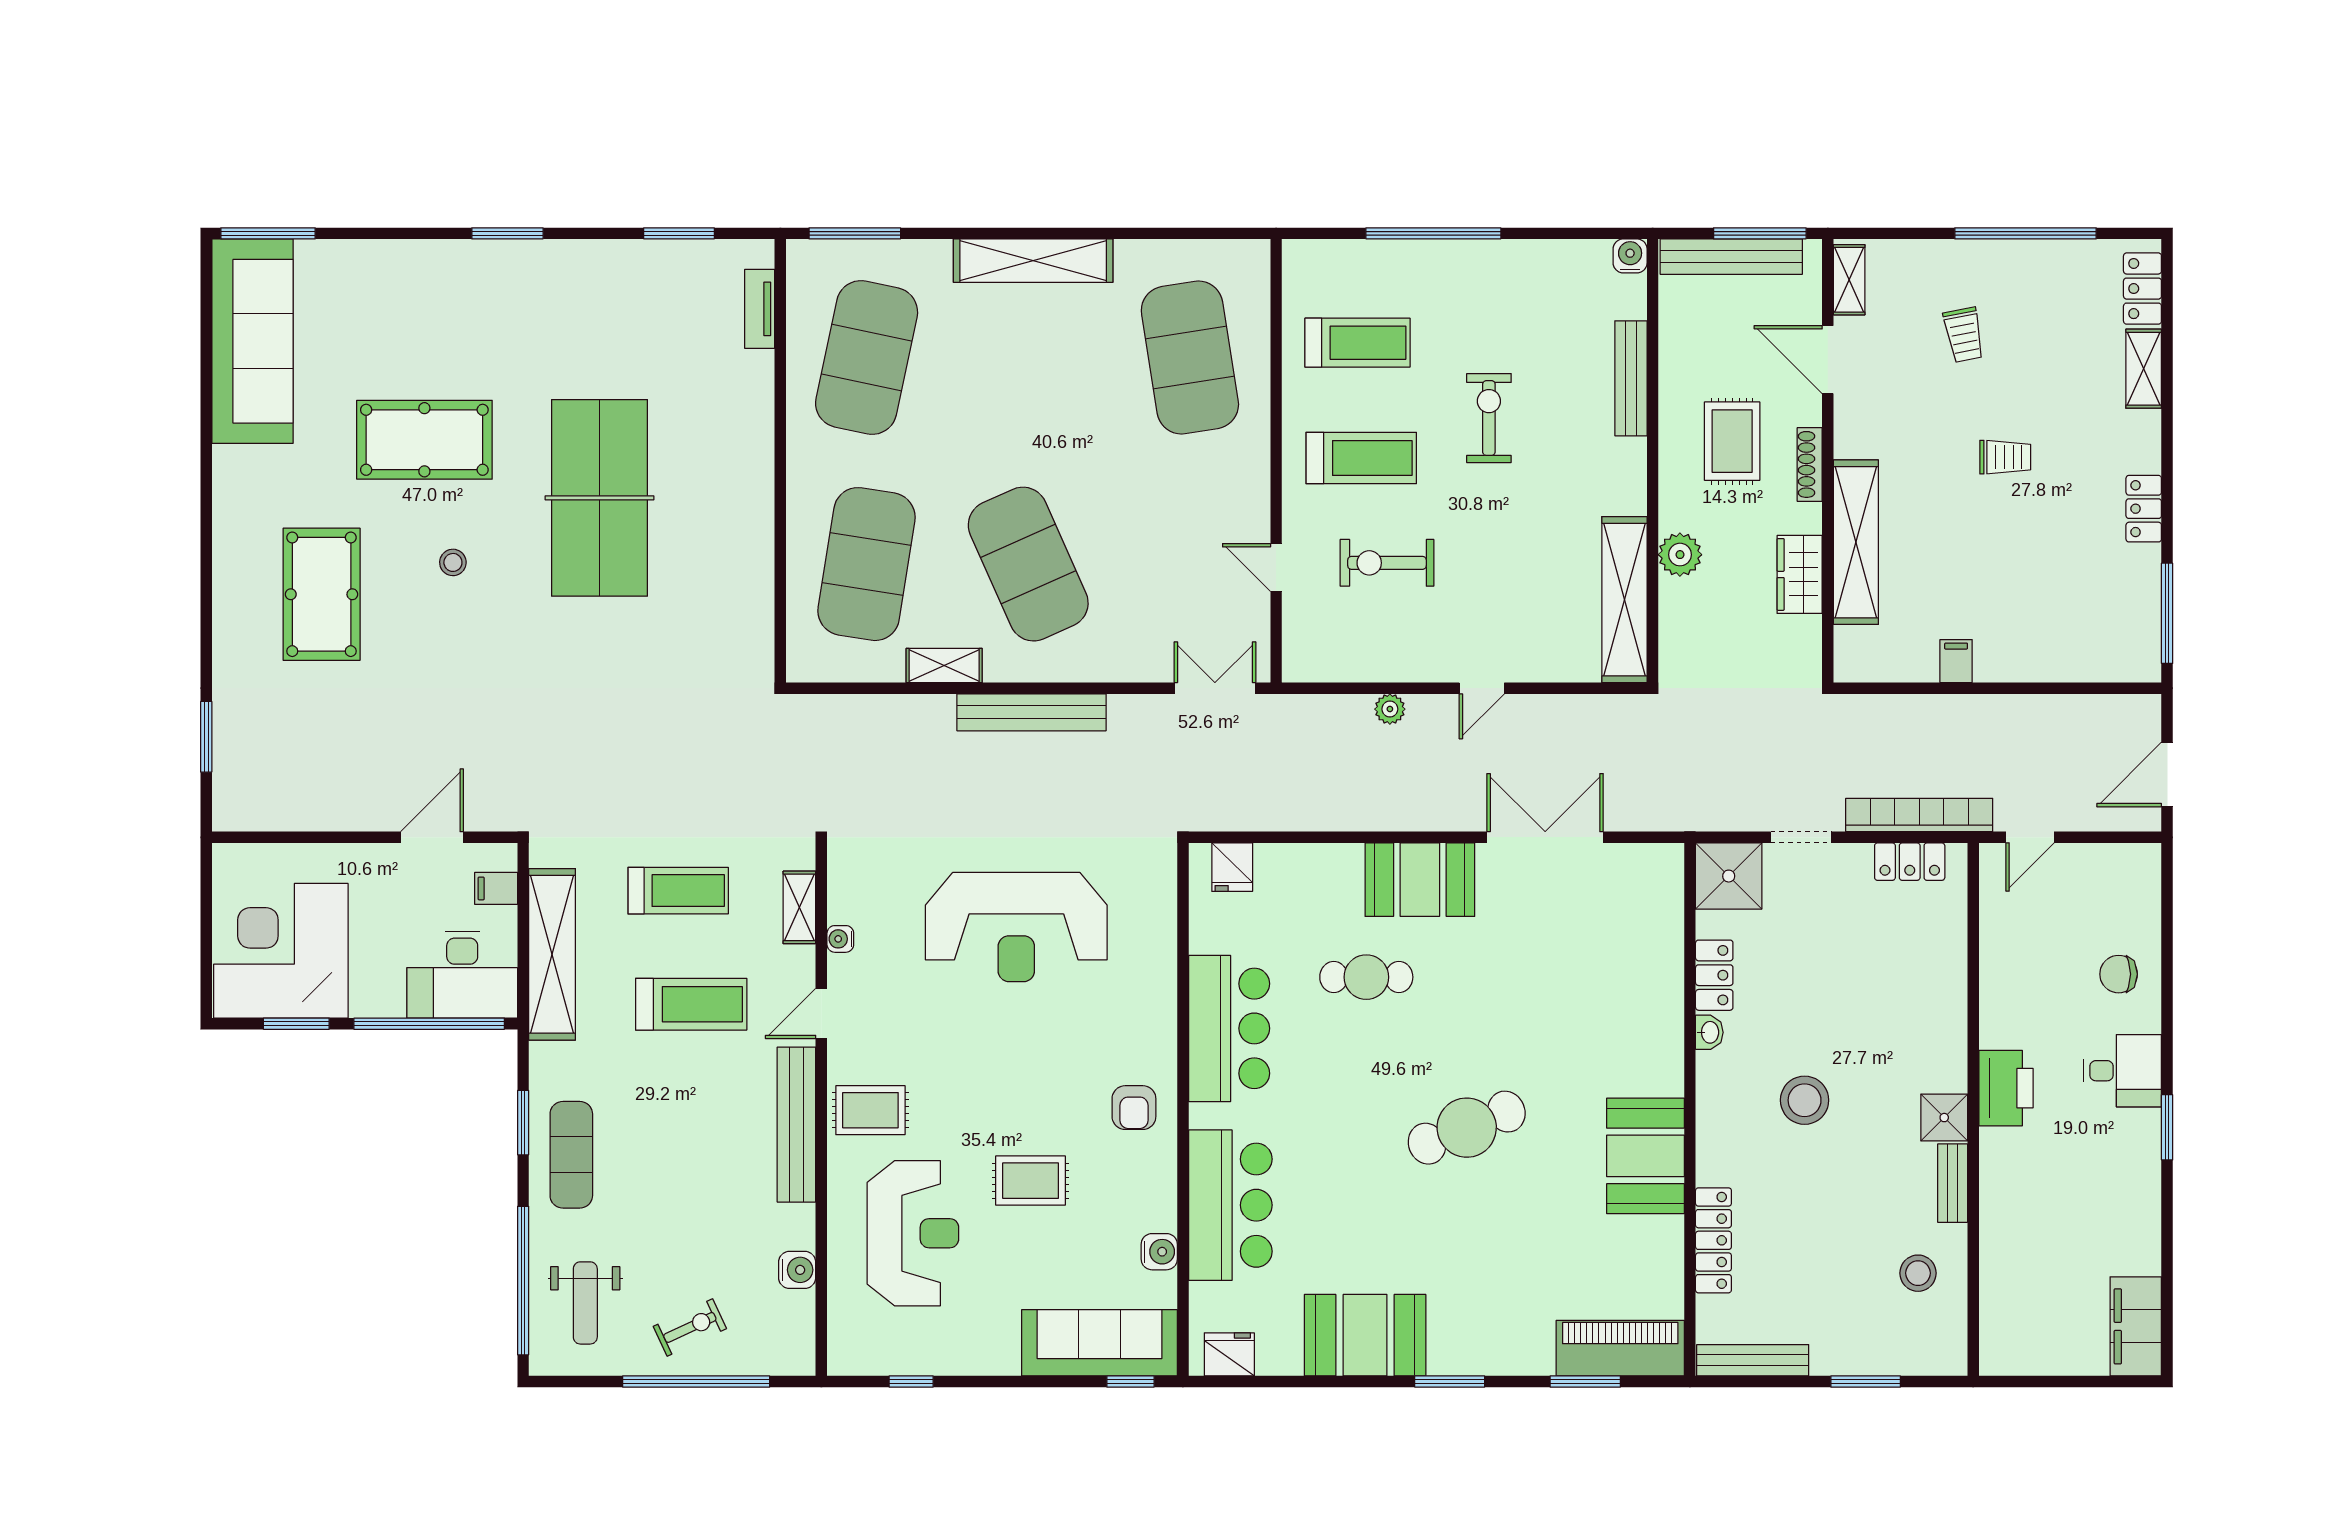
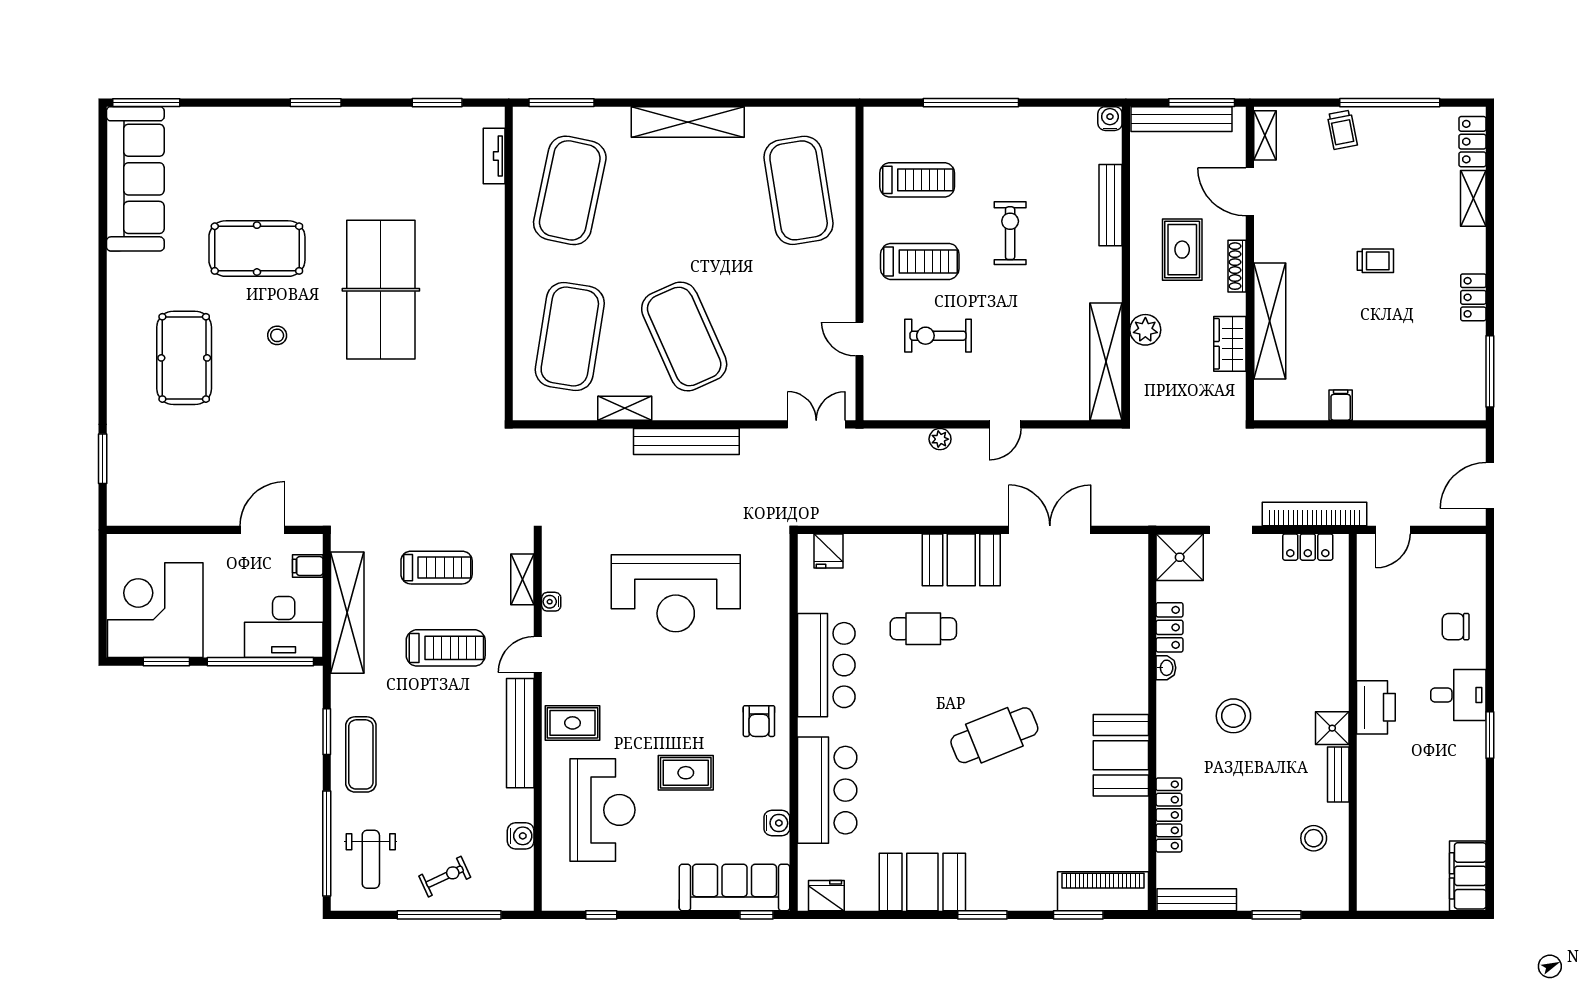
trolley: (1964, 335) -> (1342, 130), moved

